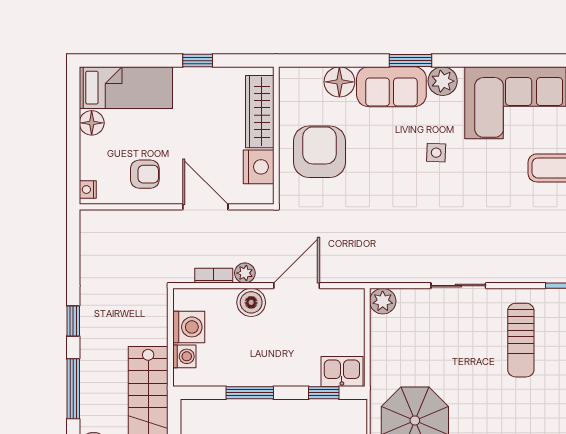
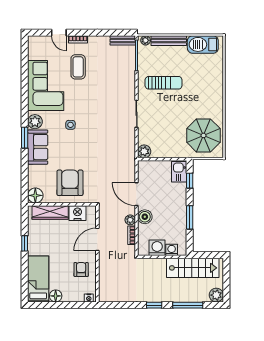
floor lamp: (339, 82) -> (35, 195), moved
armchair: (319, 152) -> (70, 183), turned 90

